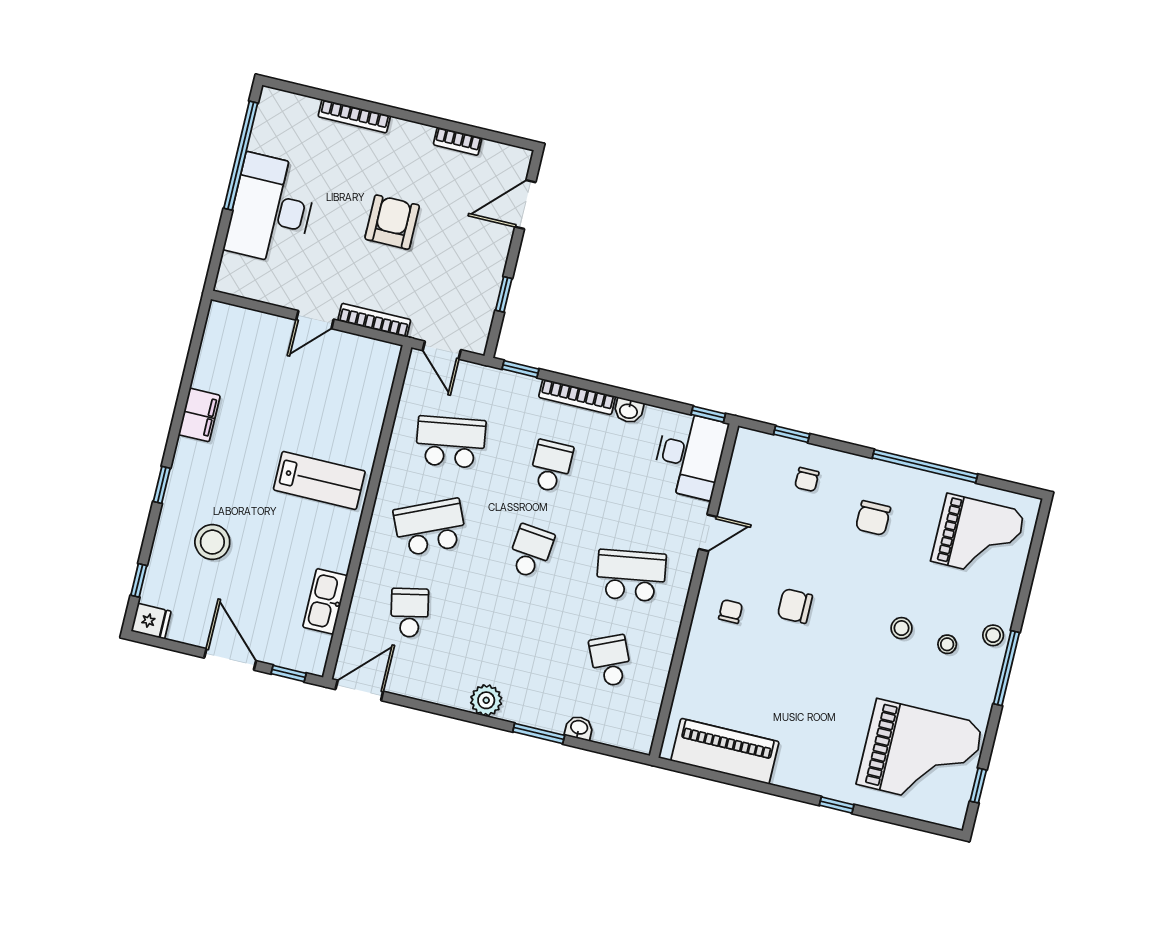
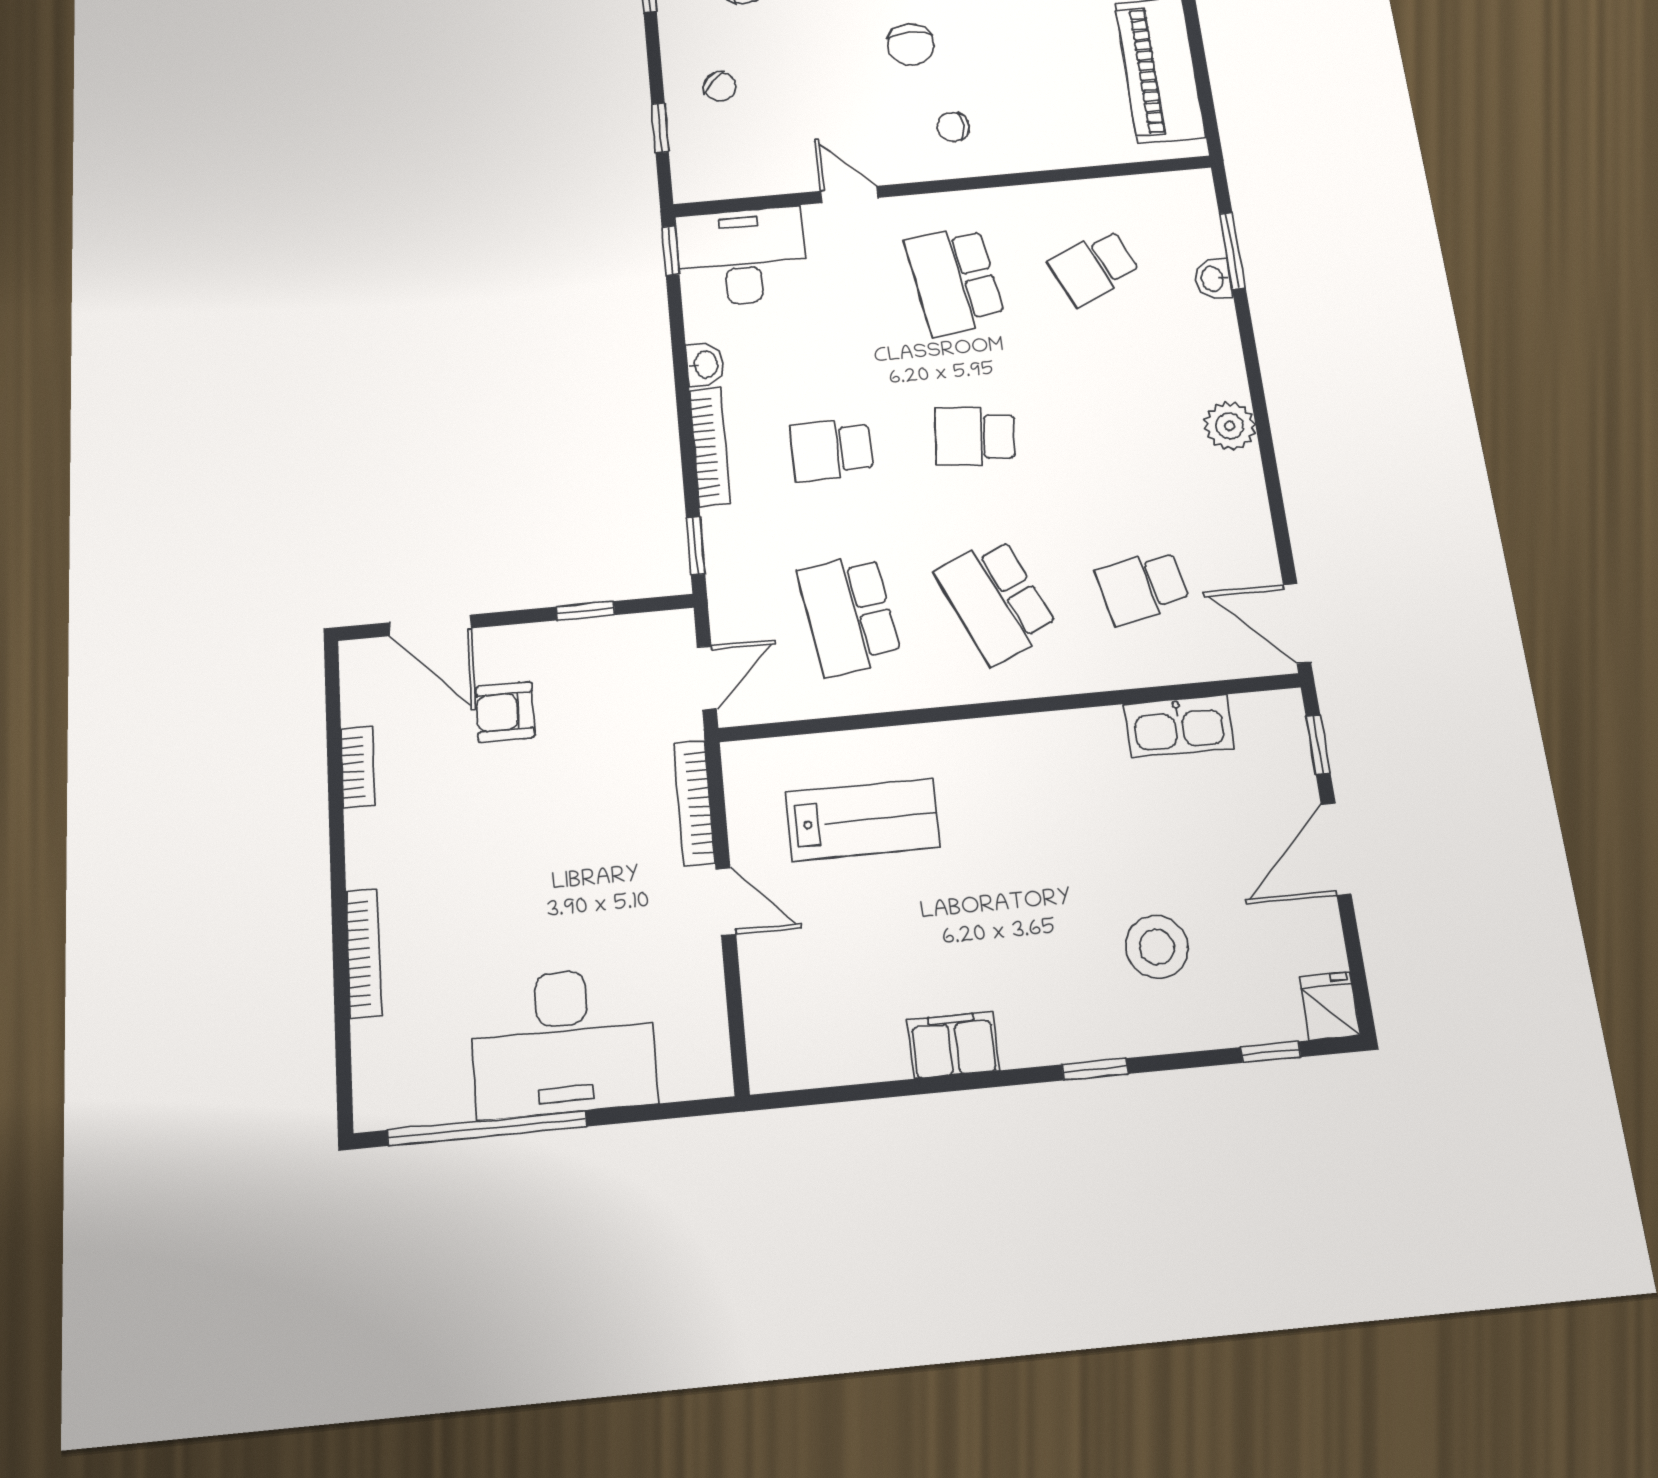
armchair: (392, 222) -> (505, 712), moved, width x0.72, depth x0.72
lab bench: (319, 480) -> (862, 820), moved, turned 90
chair: (807, 480) -> (720, 87), turned 44
window: (539, 733) -> (1232, 251), moved

